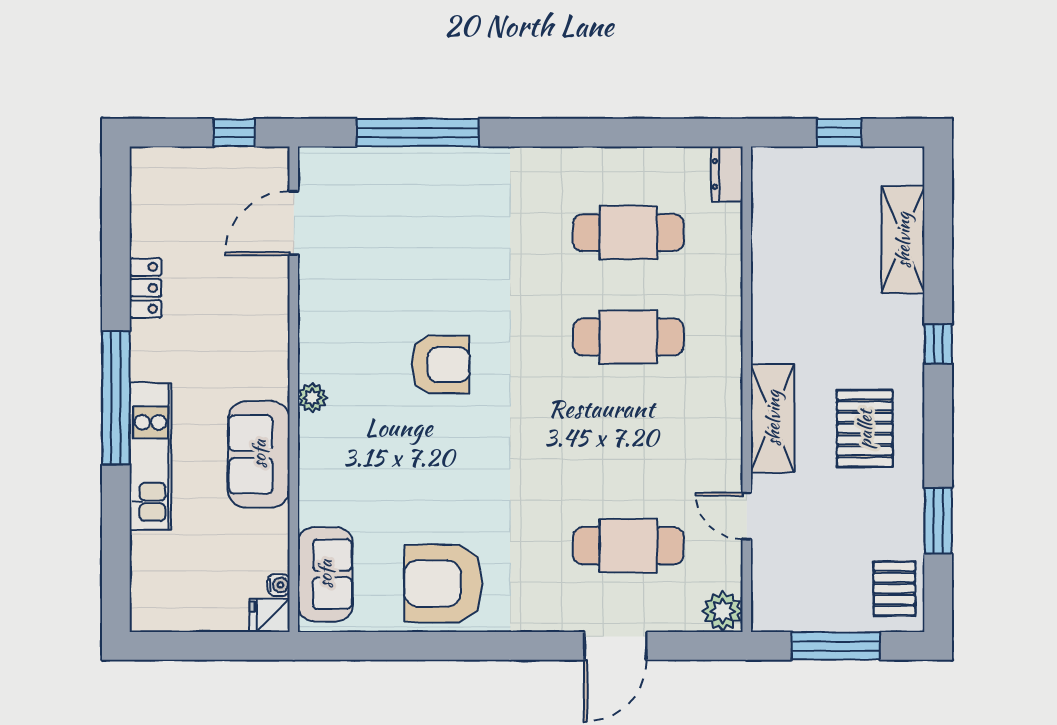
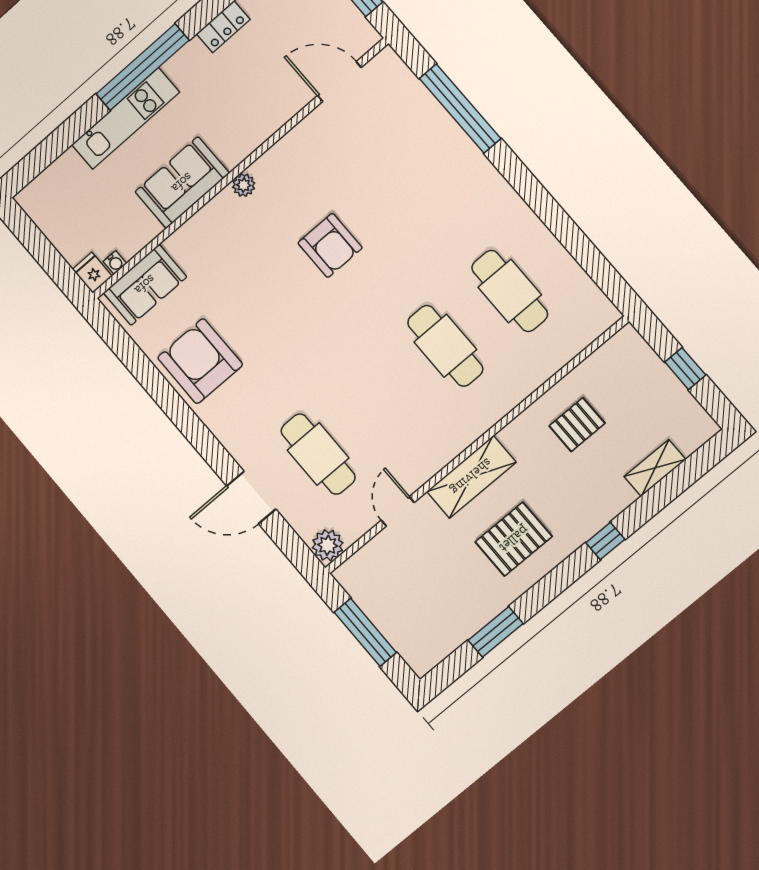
dresser: (727, 174) -> (599, 321), removed
shelving: (903, 240) -> (655, 468), width x0.67, depth x0.75
pallet: (894, 589) -> (577, 425), moved

